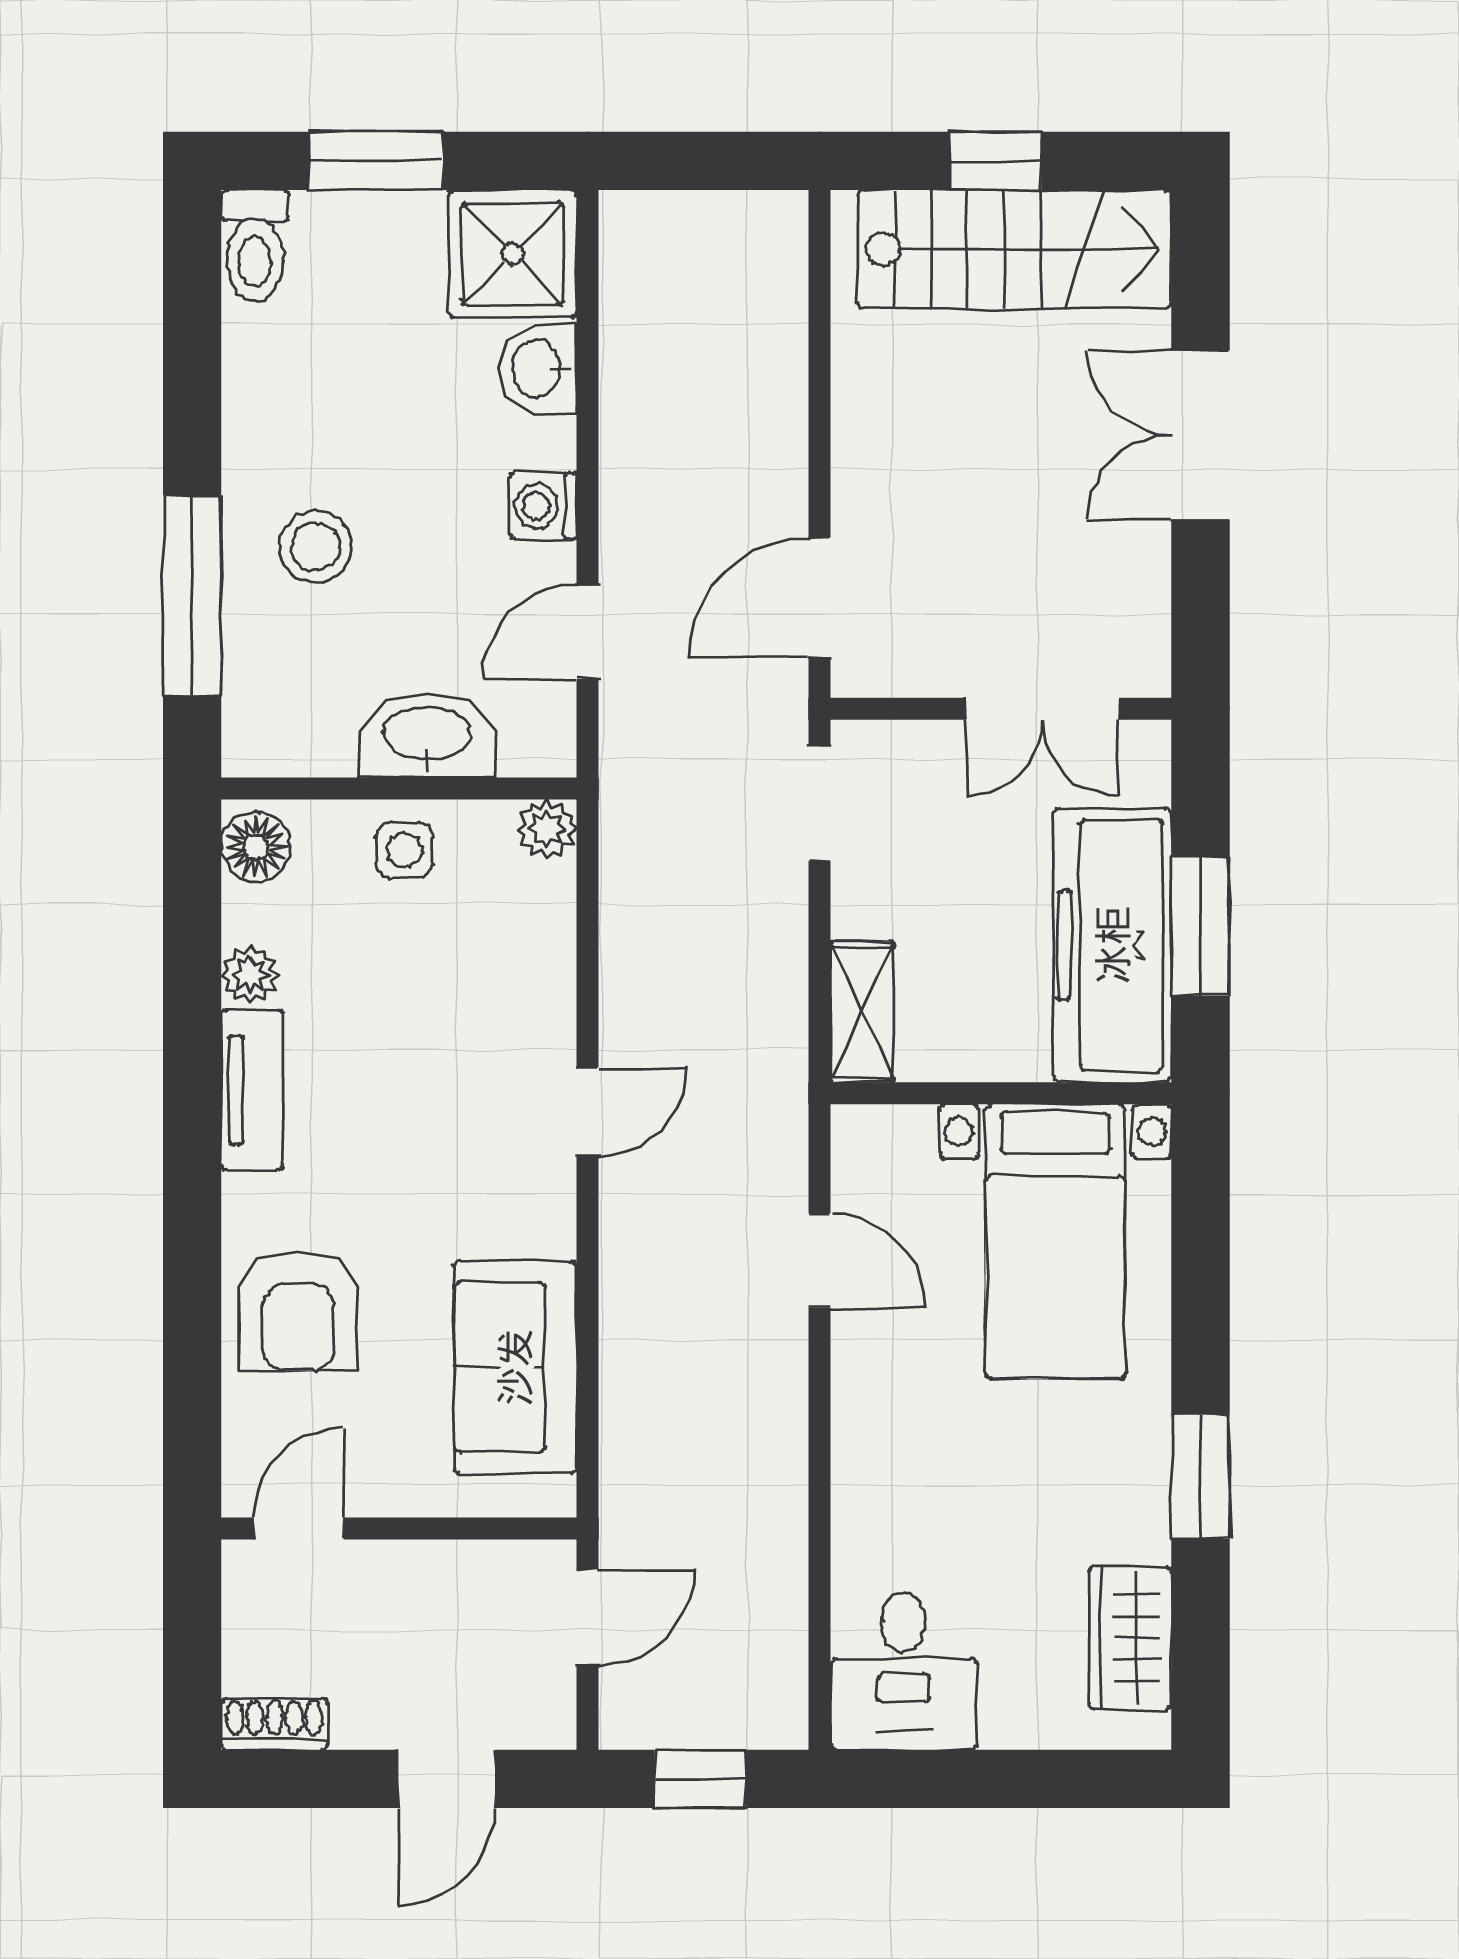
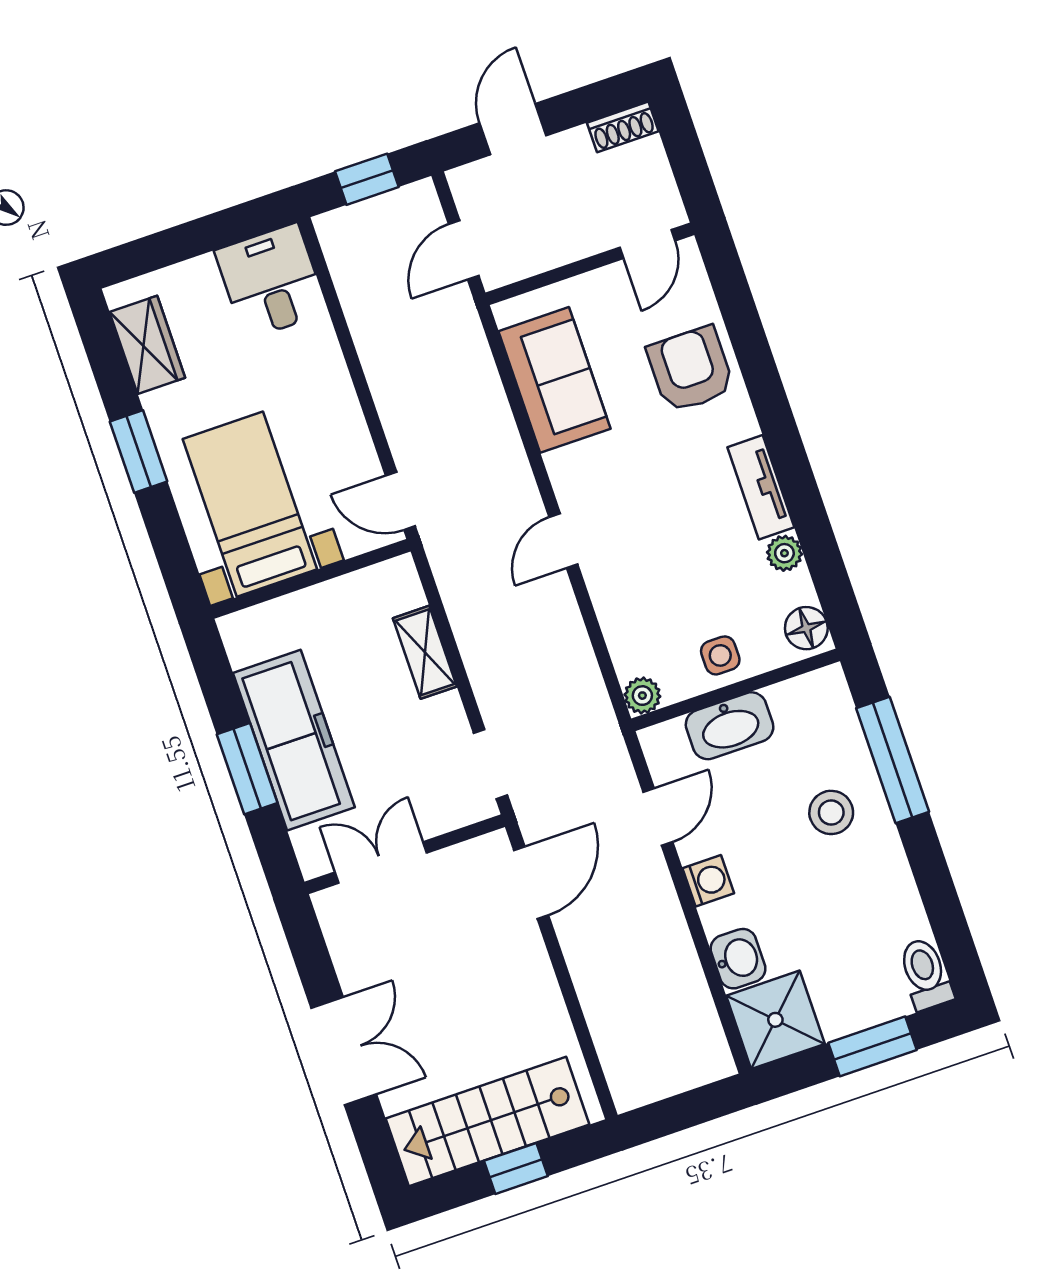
wall: (1001, 1093) -> (310, 579), moved
bed with nightstands: (1055, 1241) -> (250, 504), moved

